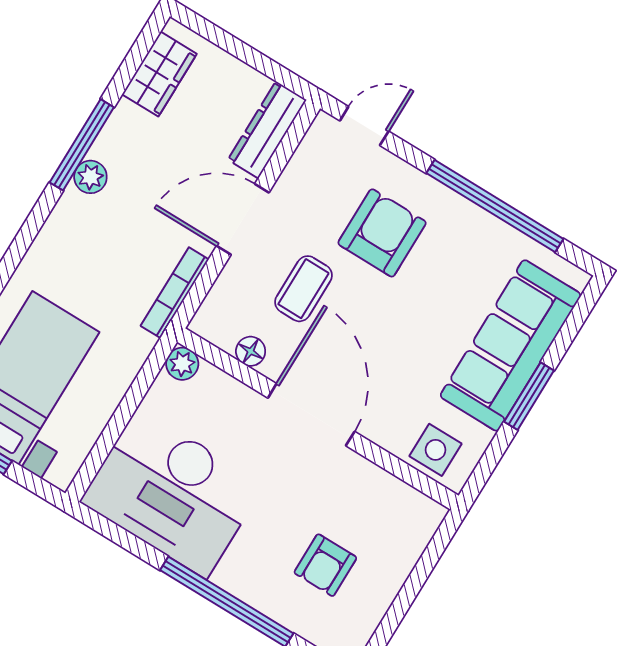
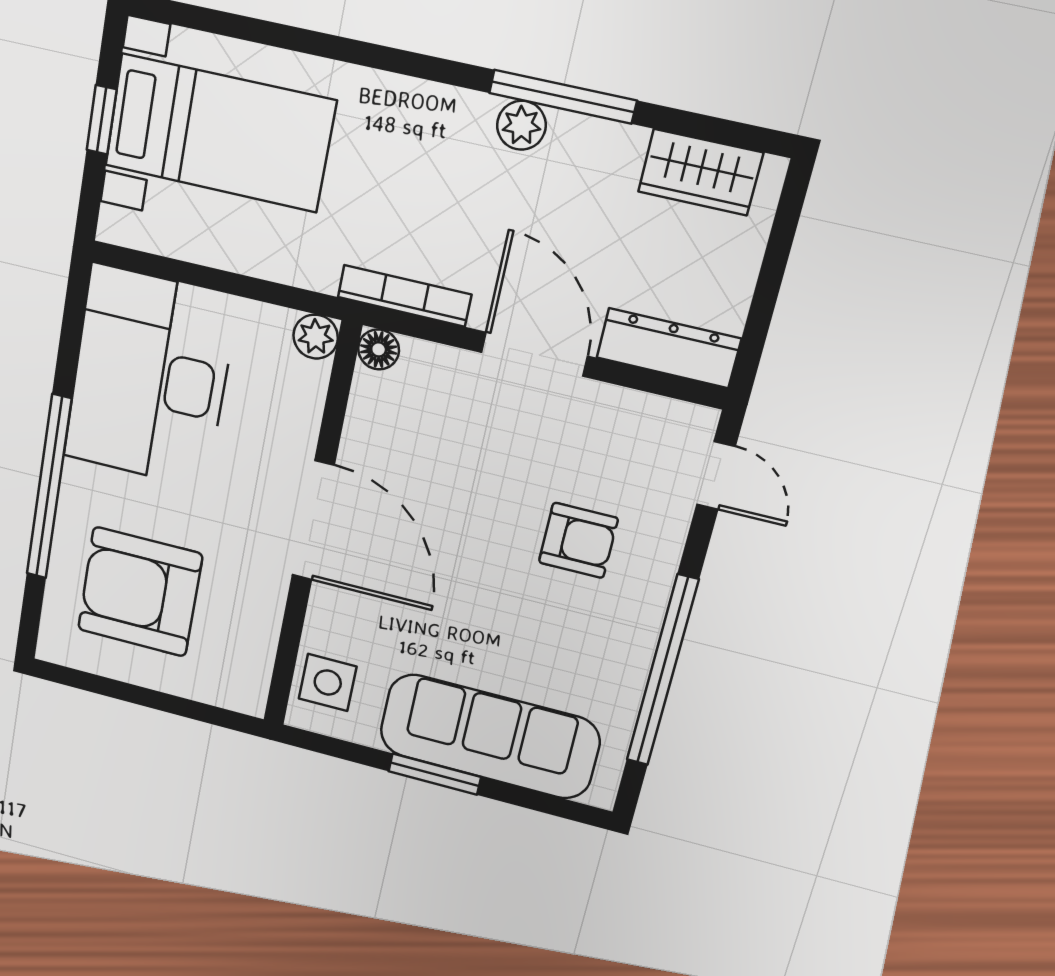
armchair: (382, 233) -> (578, 540), width x0.72, depth x0.72
coffee table: (304, 289) -> (470, 462), removed
floor lamp: (251, 351) -> (379, 349), moved
door: (311, 415) -> (313, 521), hinge flipped
armchair: (325, 565) -> (140, 592), width x1.88, depth x1.88

